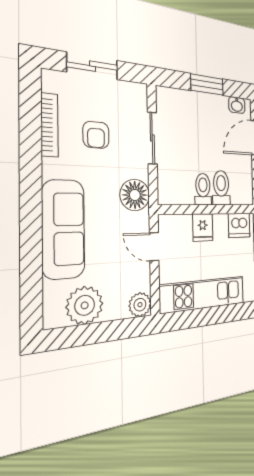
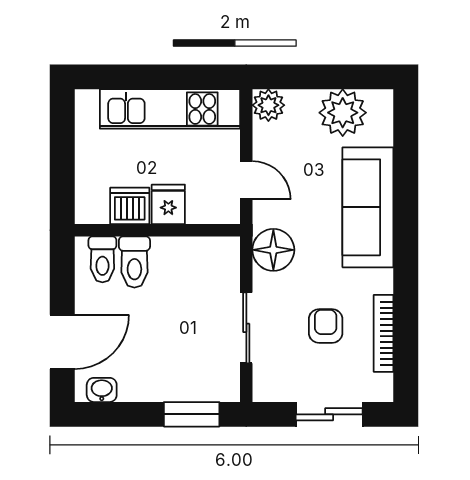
window: (207, 85) -> (192, 414), moved
toilet: (203, 189) -> (102, 259), moved
dishwasher: (239, 225) -> (130, 206), moved

